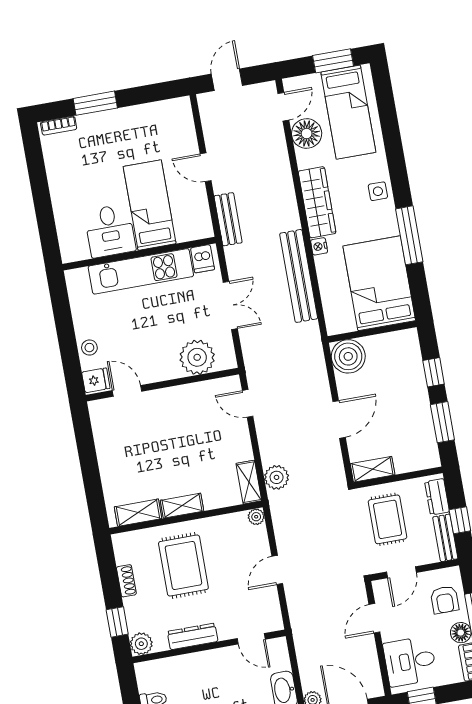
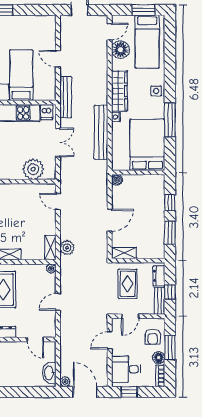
bench: (228, 219) -> (66, 97), width x1.36
boiler: (348, 356) -> (117, 180), width x0.54, depth x0.54

